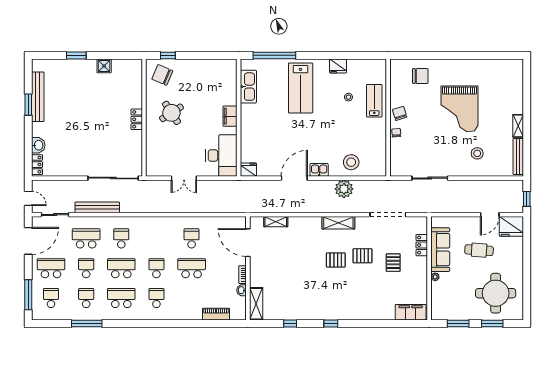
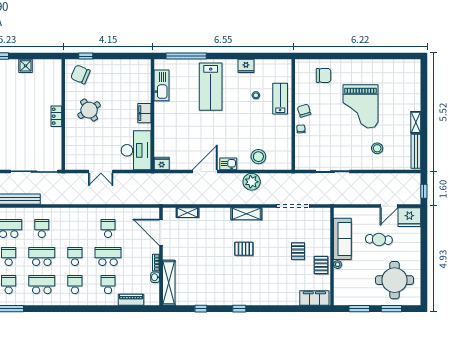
locker: (422, 245) -> (325, 235), removed
pallet: (362, 256) -> (321, 265), moved, turned 90
school desk: (192, 298) -> (108, 285), added
shelving: (256, 304) -> (169, 283), width x1.47

